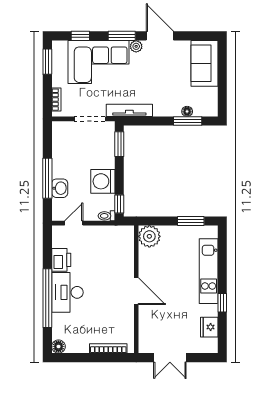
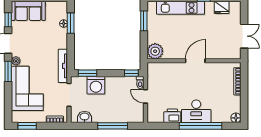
window: (80, 36) -> (8, 20), moved
washing machine: (103, 181) -> (96, 85), moved
washbasin: (60, 188) -> (85, 117), moved
door: (74, 223) -> (145, 96), moved

